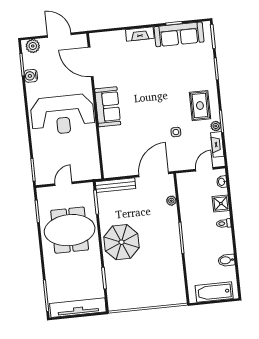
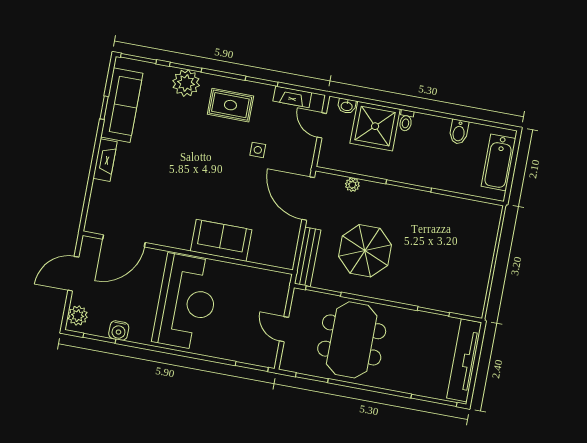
sofa: (108, 107) -> (221, 240), moved
plant: (216, 126) -> (186, 83), moved, width x1.88, depth x1.88
shower: (221, 204) -> (375, 126), width x1.86, depth x1.86
parasol: (122, 242) -> (365, 251), moved

